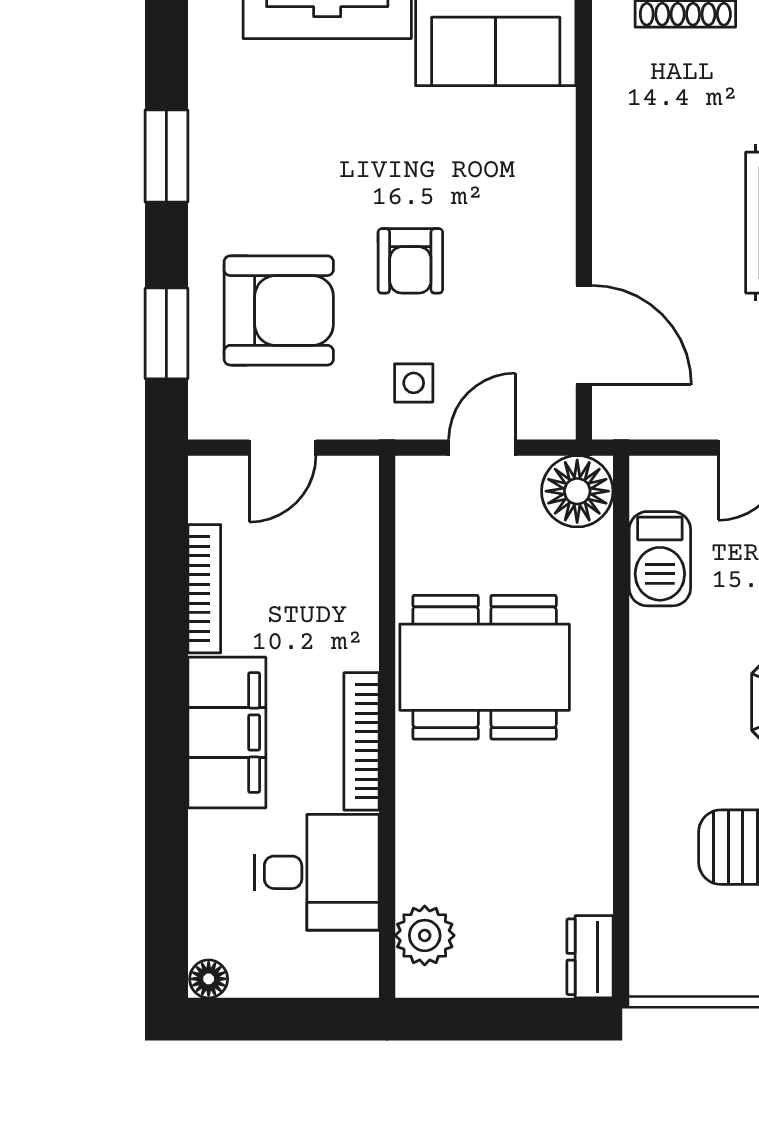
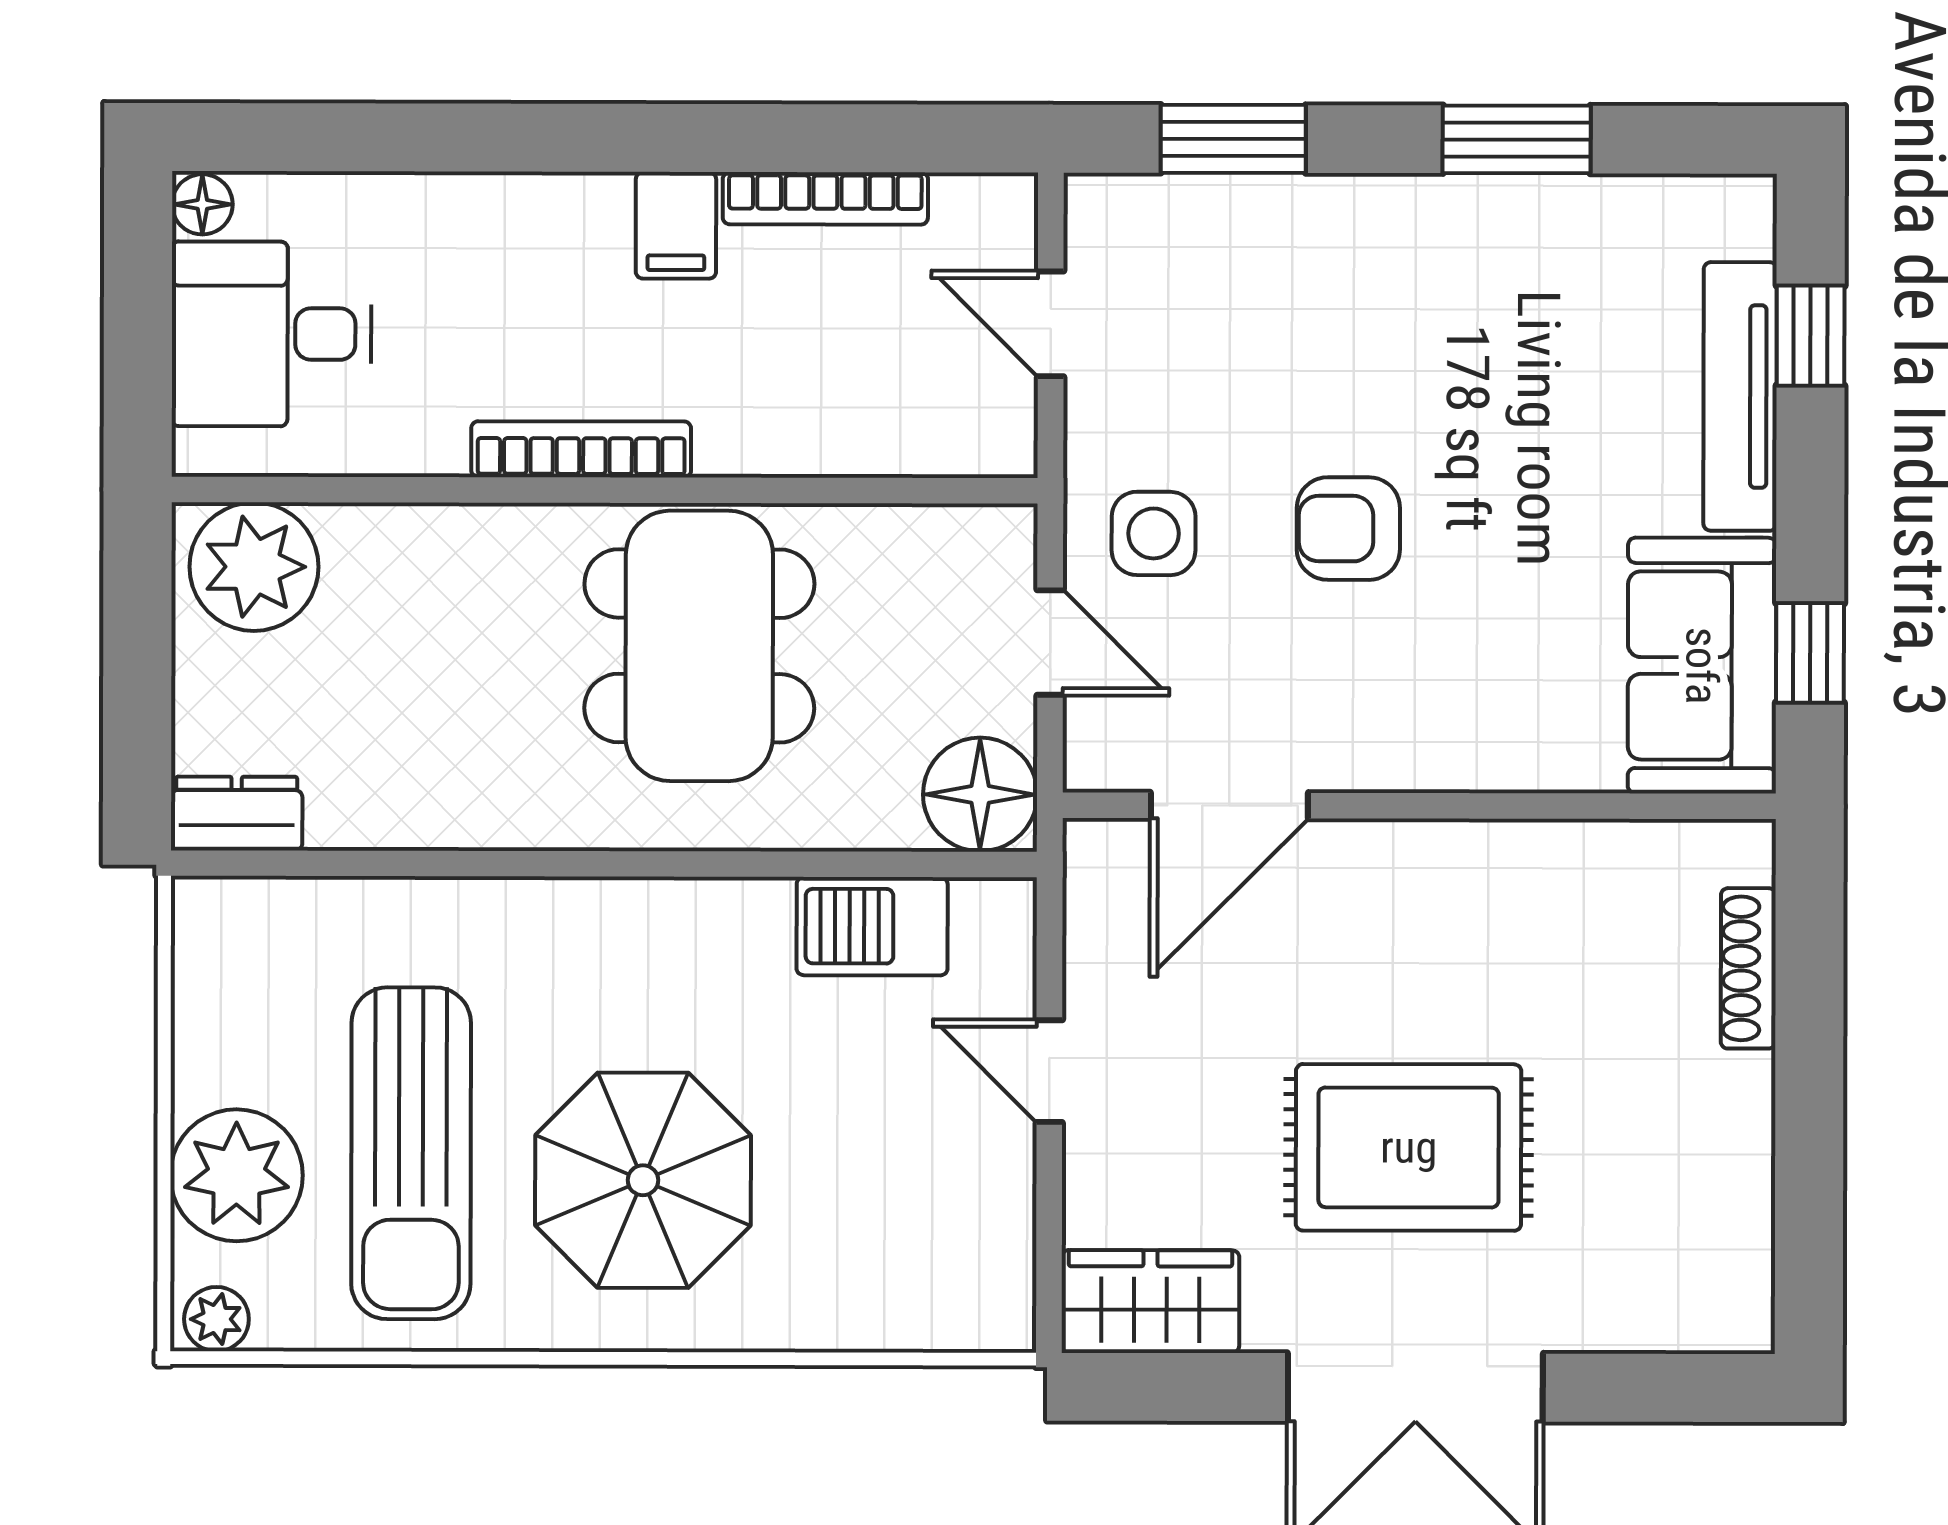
armchair: (279, 310) -> (1270, 318), removed
side table: (414, 383) -> (1154, 533), width x1.37, depth x1.37
filing cabinet: (227, 732) -> (676, 225), width x0.33, depth x0.86
desk: (317, 872) -> (272, 334), moved, turned 90
plant: (425, 935) -> (254, 567), width x1.36, depth x1.36

